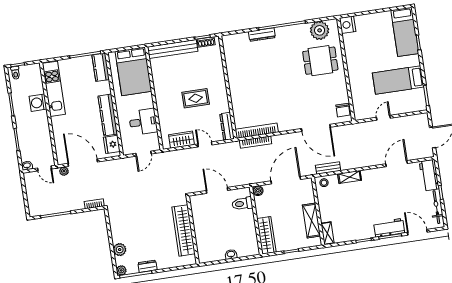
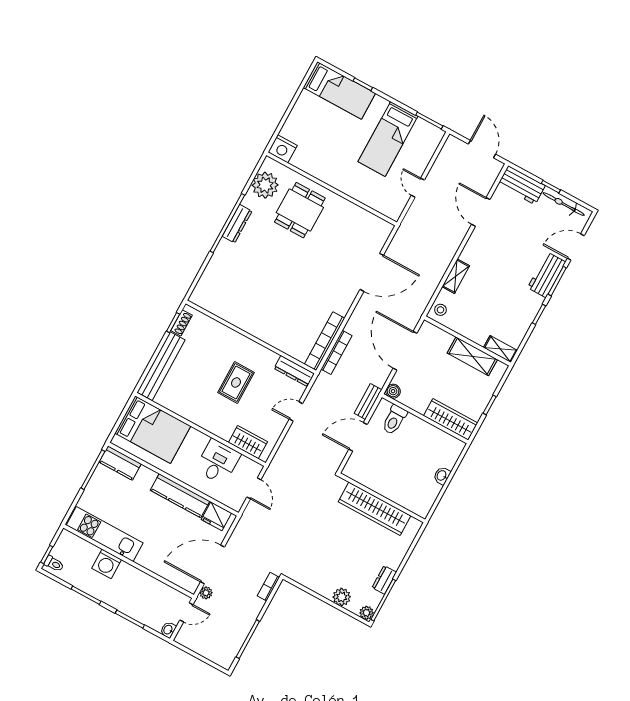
dresser: (262, 35) -> (237, 224), moved
chair: (343, 110) -> (375, 227), removed
wardrobe: (181, 140) -> (248, 442), moved, turned 90
bench: (328, 168) -> (368, 402), moved

